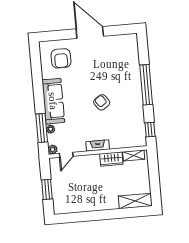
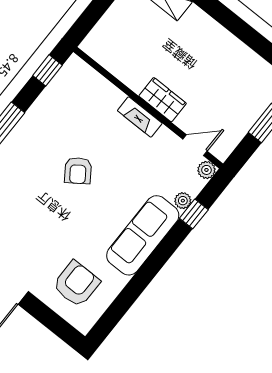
window: (42, 128) -> (194, 214), width x0.46
shelving: (134, 155) -> (103, 56), removed
wardrobe: (111, 159) -> (163, 100), moved

